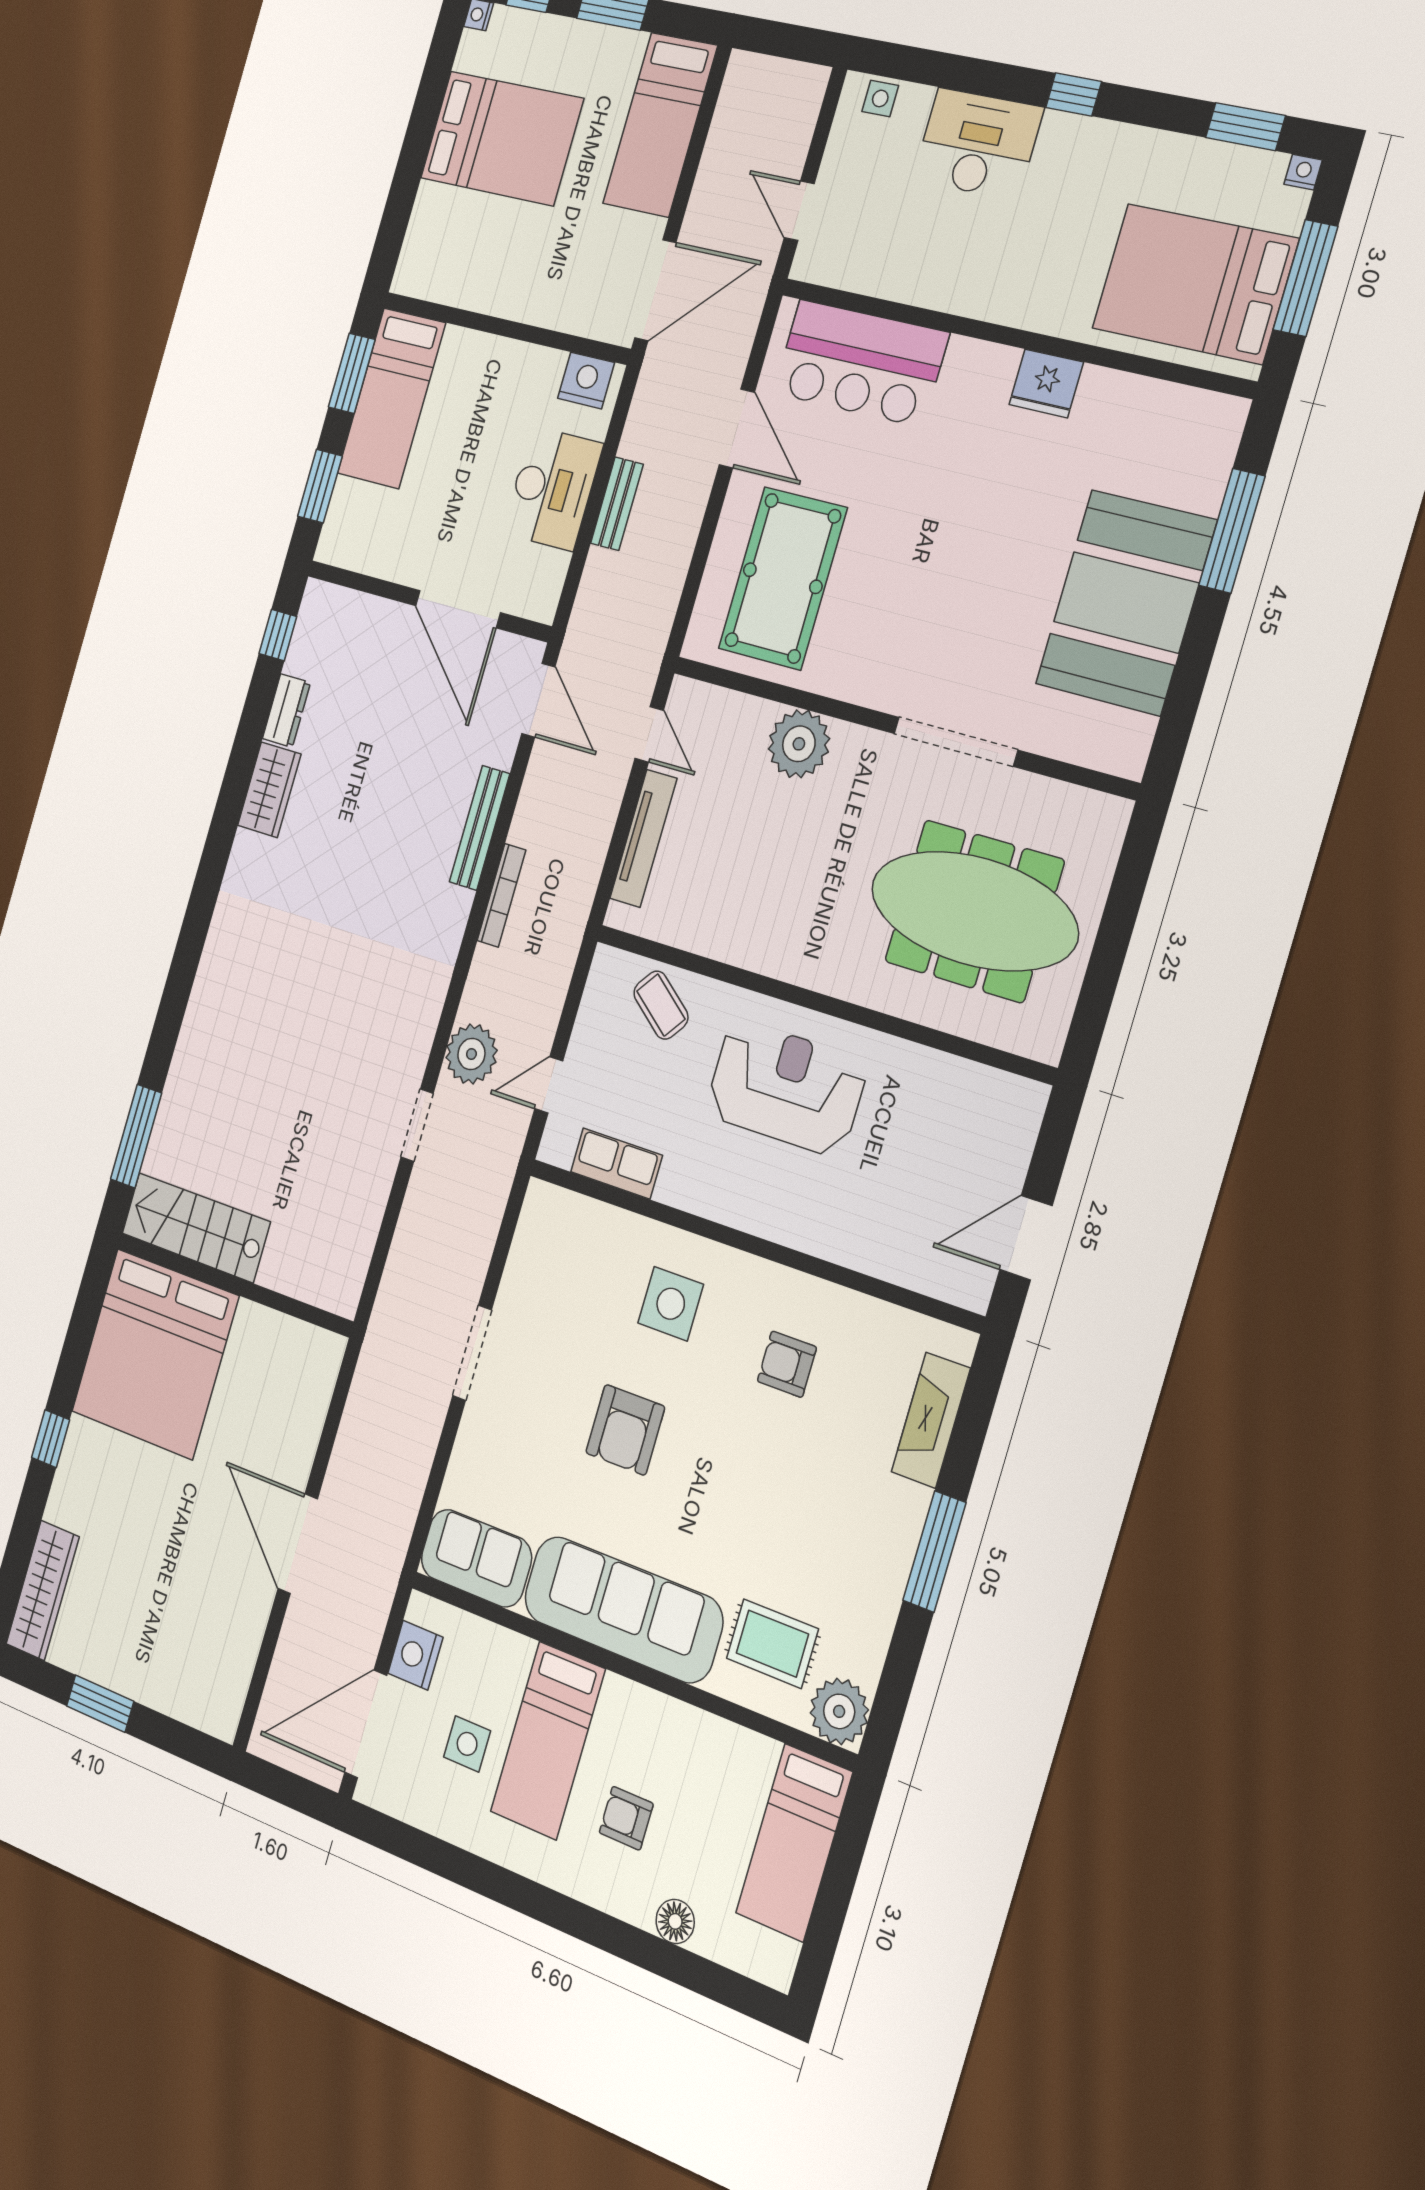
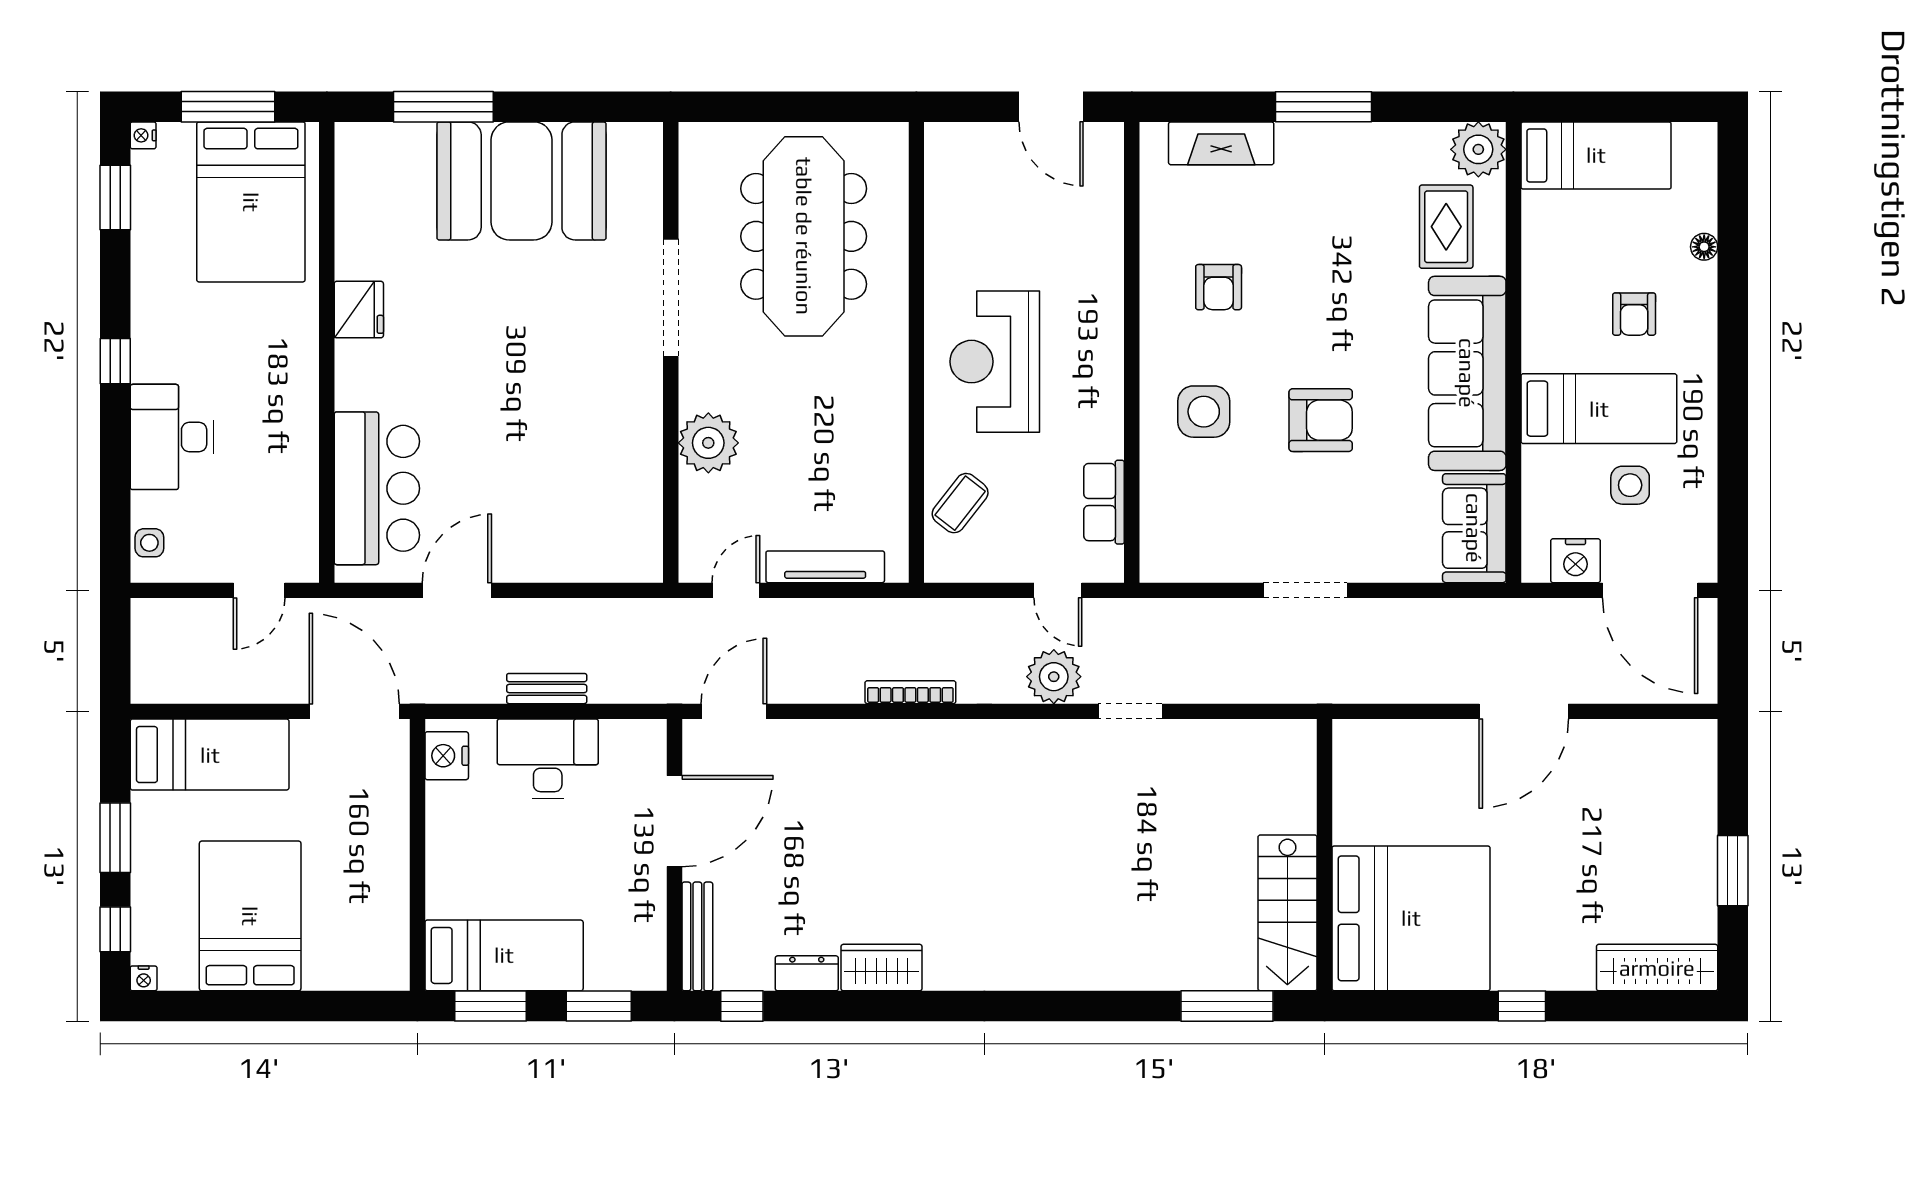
pool table: (783, 578) -> (574, 504), removed
bench: (480, 828) -> (697, 936), moved, turned 90
floor lamp: (675, 1921) -> (1704, 247), width x0.73, depth x0.73

